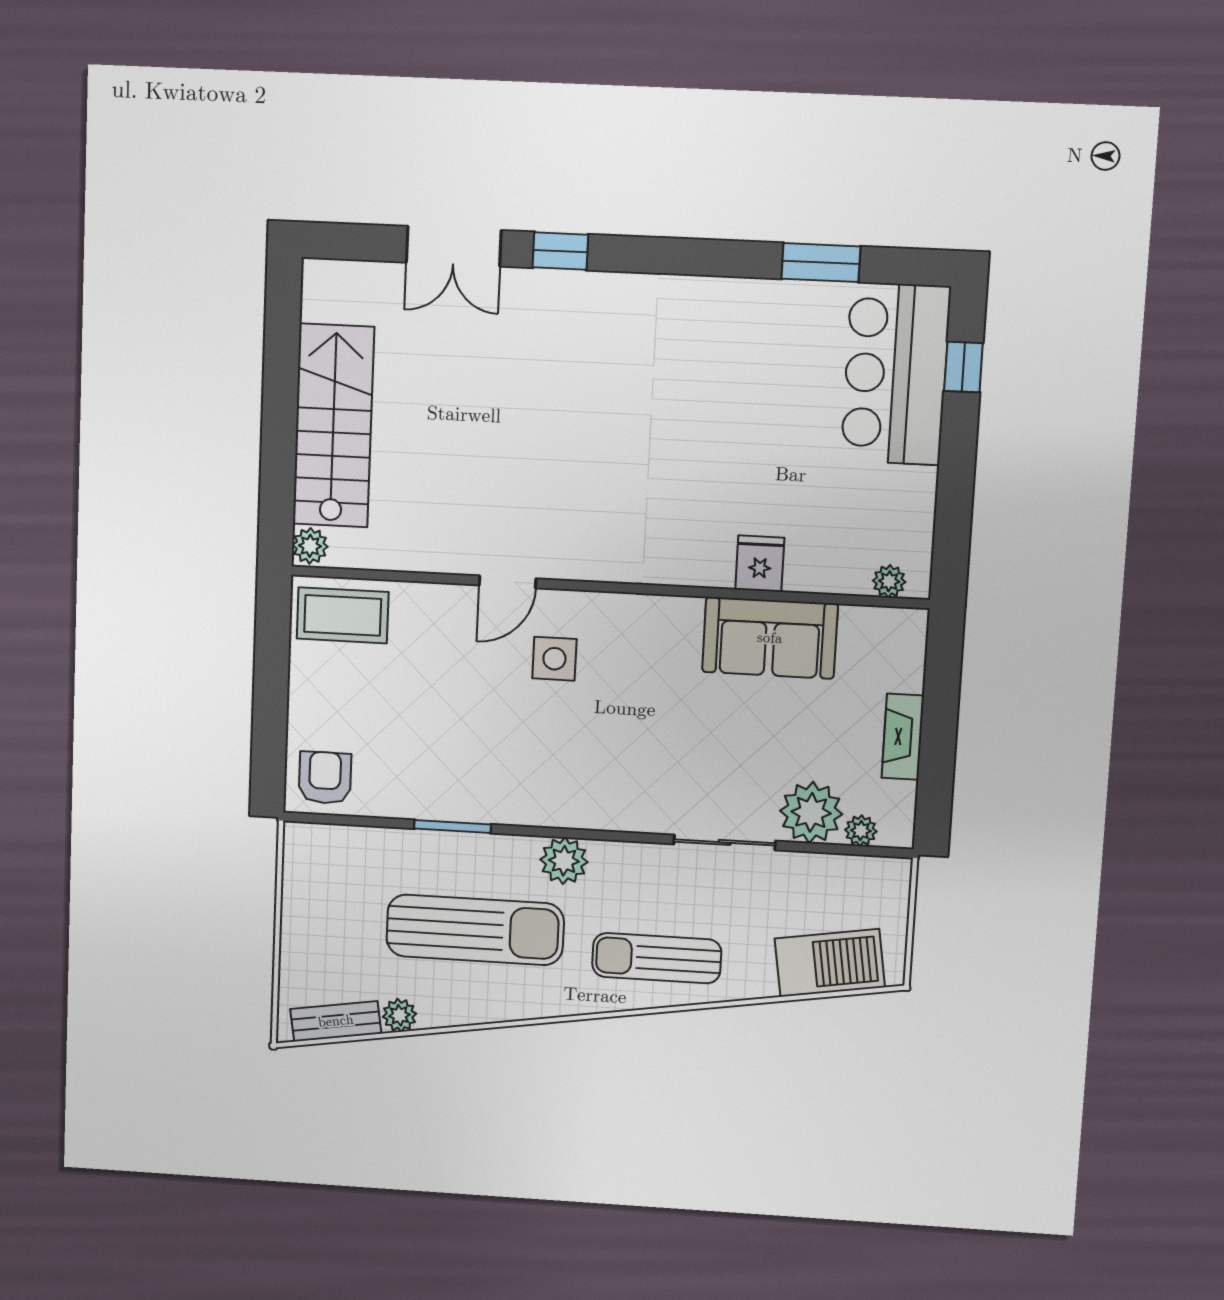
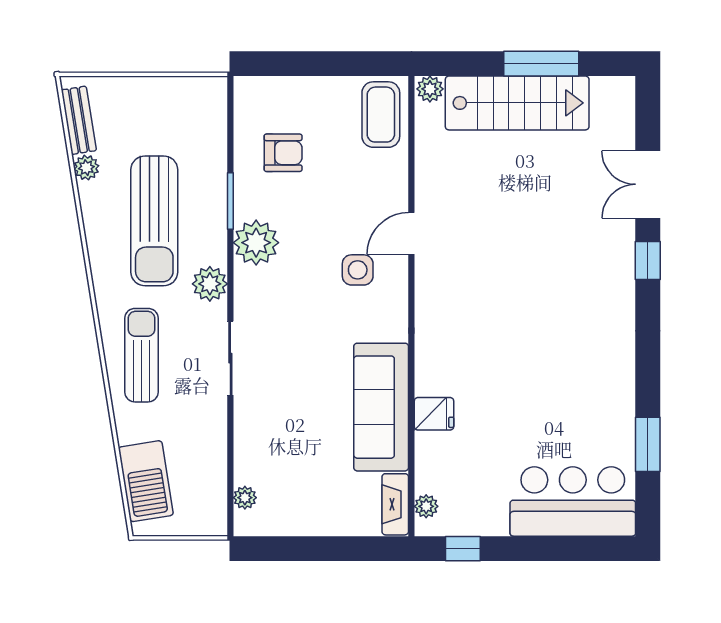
window: (963, 367) -> (463, 549), moved
window: (280, 389) -> (541, 64), added
door: (508, 582) -> (411, 233), hinge flipped
sofa: (770, 638) -> (381, 407), width x1.36
fireplace: (903, 737) -> (395, 504), moved, turned -90
armchair: (325, 778) -> (283, 153), moved
plant: (811, 812) -> (256, 243), moved
sliding door: (725, 842) -> (230, 358), moved

